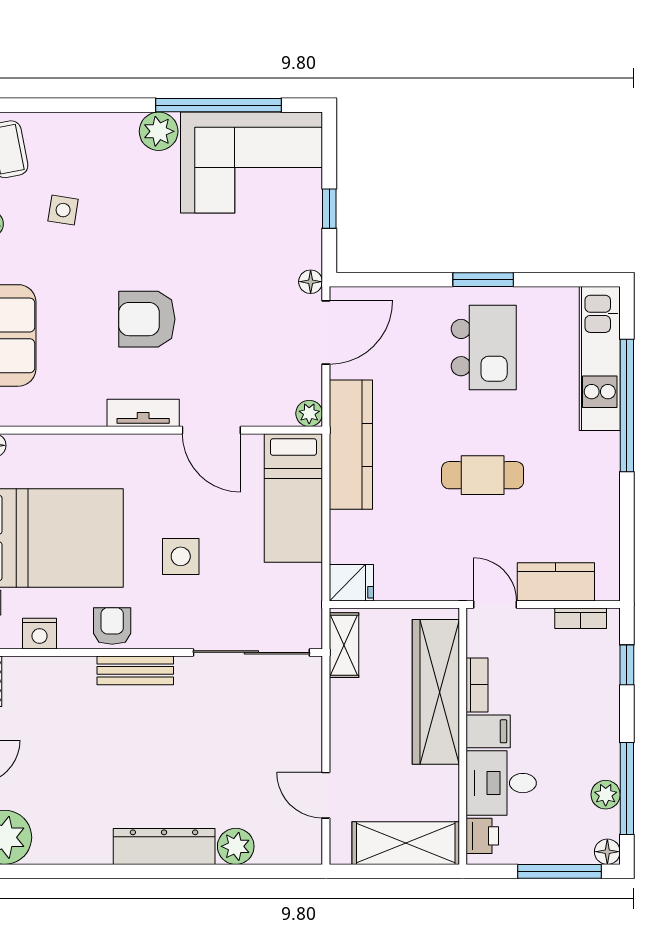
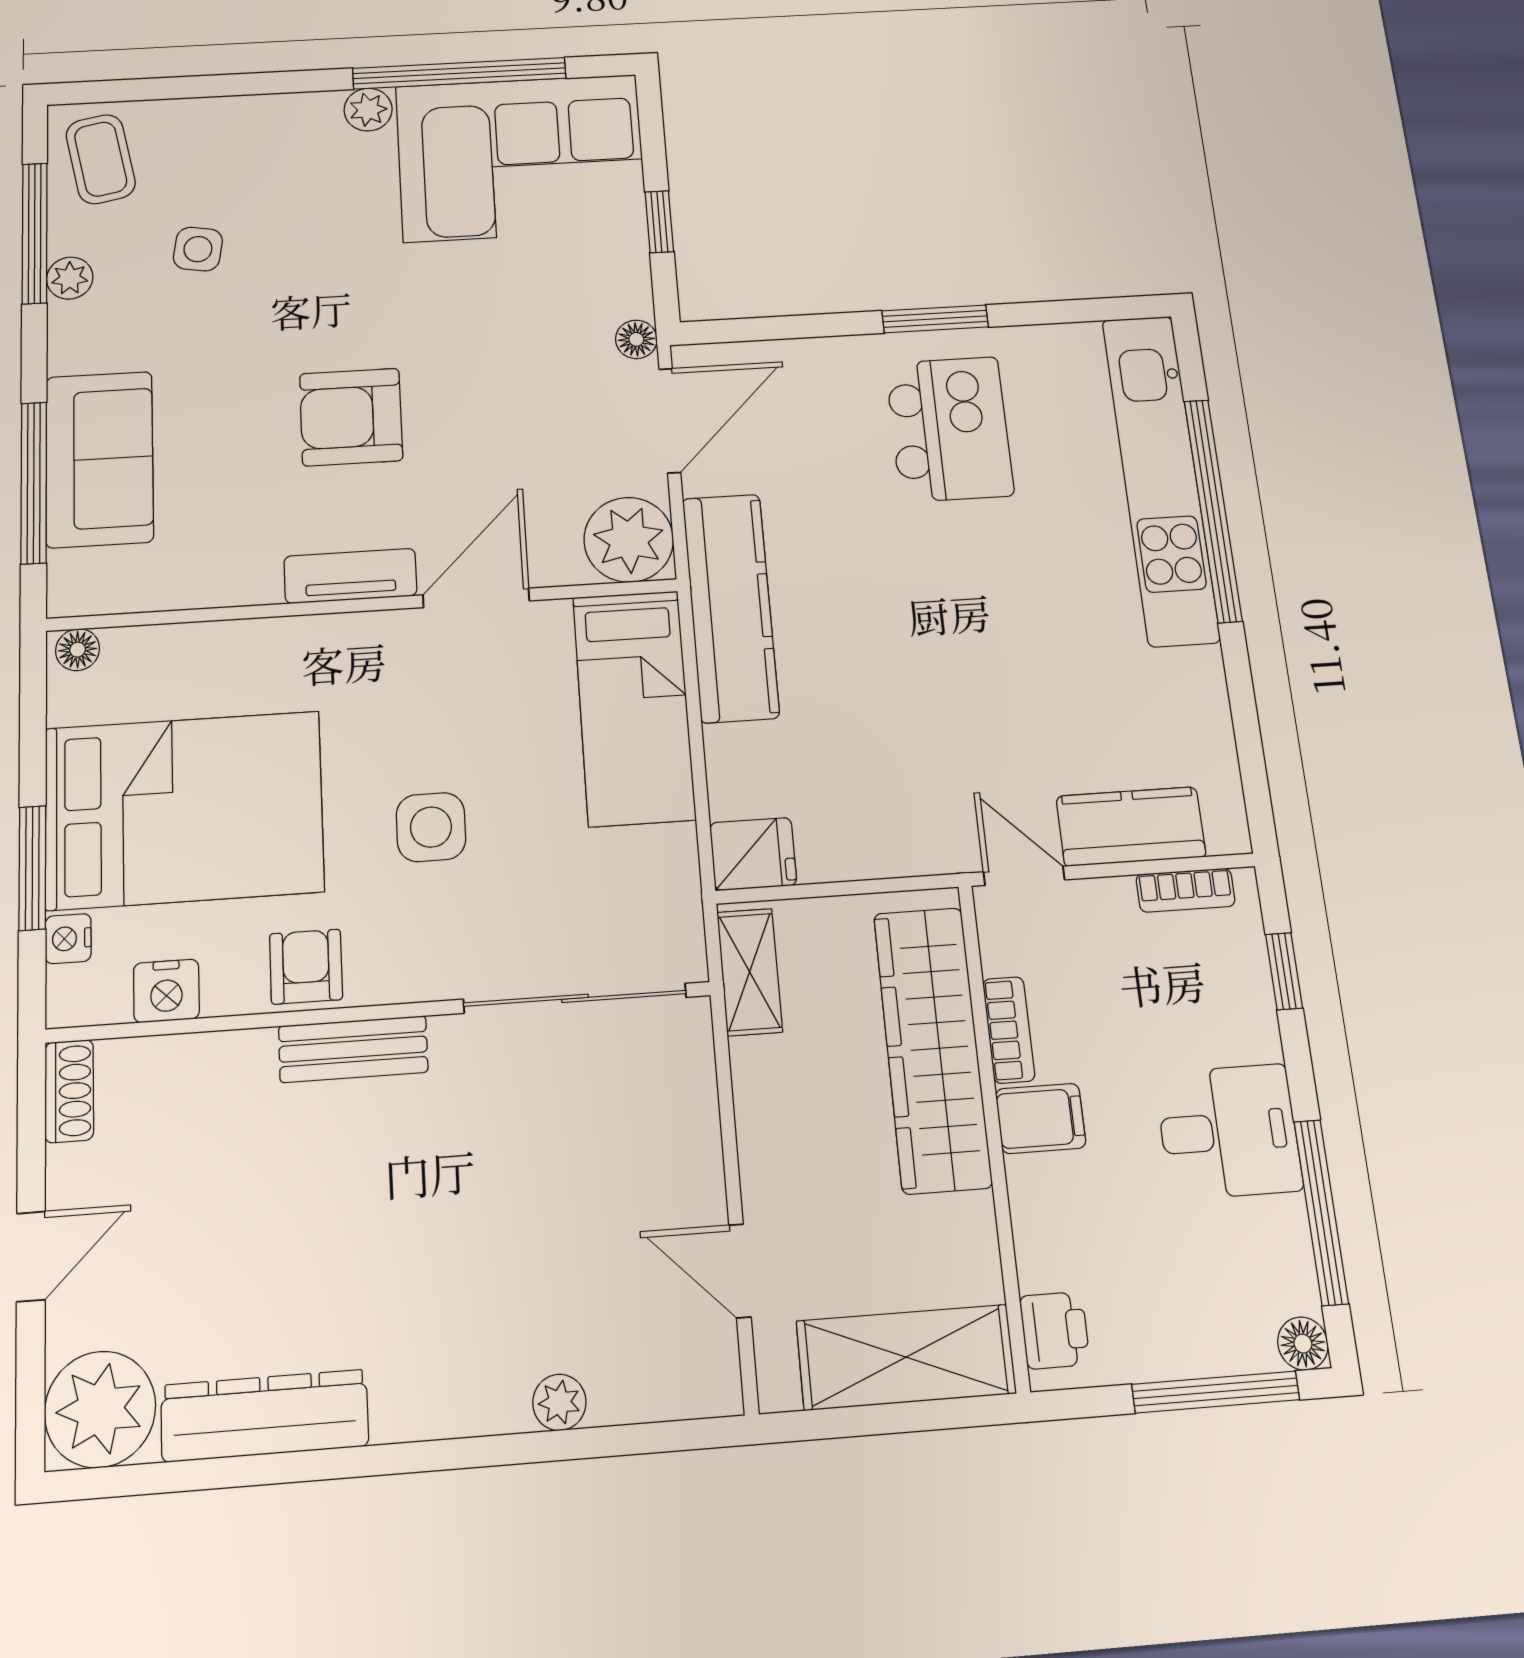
plant: (159, 131) -> (368, 110), width x0.73, depth x0.73
kitchen unit: (600, 359) -> (1160, 478), width x1.36
plant: (309, 413) -> (629, 540), width x1.88, depth x1.88
door: (211, 430) -> (476, 598), swing flipped
cafe table: (483, 475) -> (973, 645), removed
desk: (501, 783) -> (1229, 1131), moved, turned 180
plant: (606, 795) -> (1282, 1227), removed
dresser: (164, 846) -> (265, 1416), moved
plant: (236, 846) -> (559, 1402), width x0.73, depth x0.73

